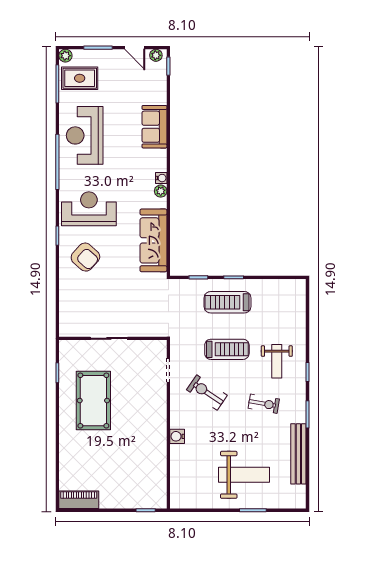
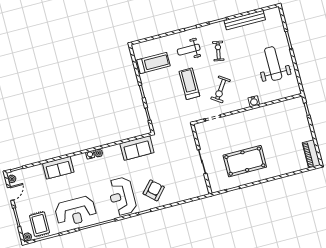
sofa: (153, 240) -> (137, 148), width x0.73
treadmill: (228, 302) -> (153, 63), moved, turned -90
weight bench: (277, 361) -> (189, 50), turned 180
weight bench: (244, 475) -> (273, 64), moved

